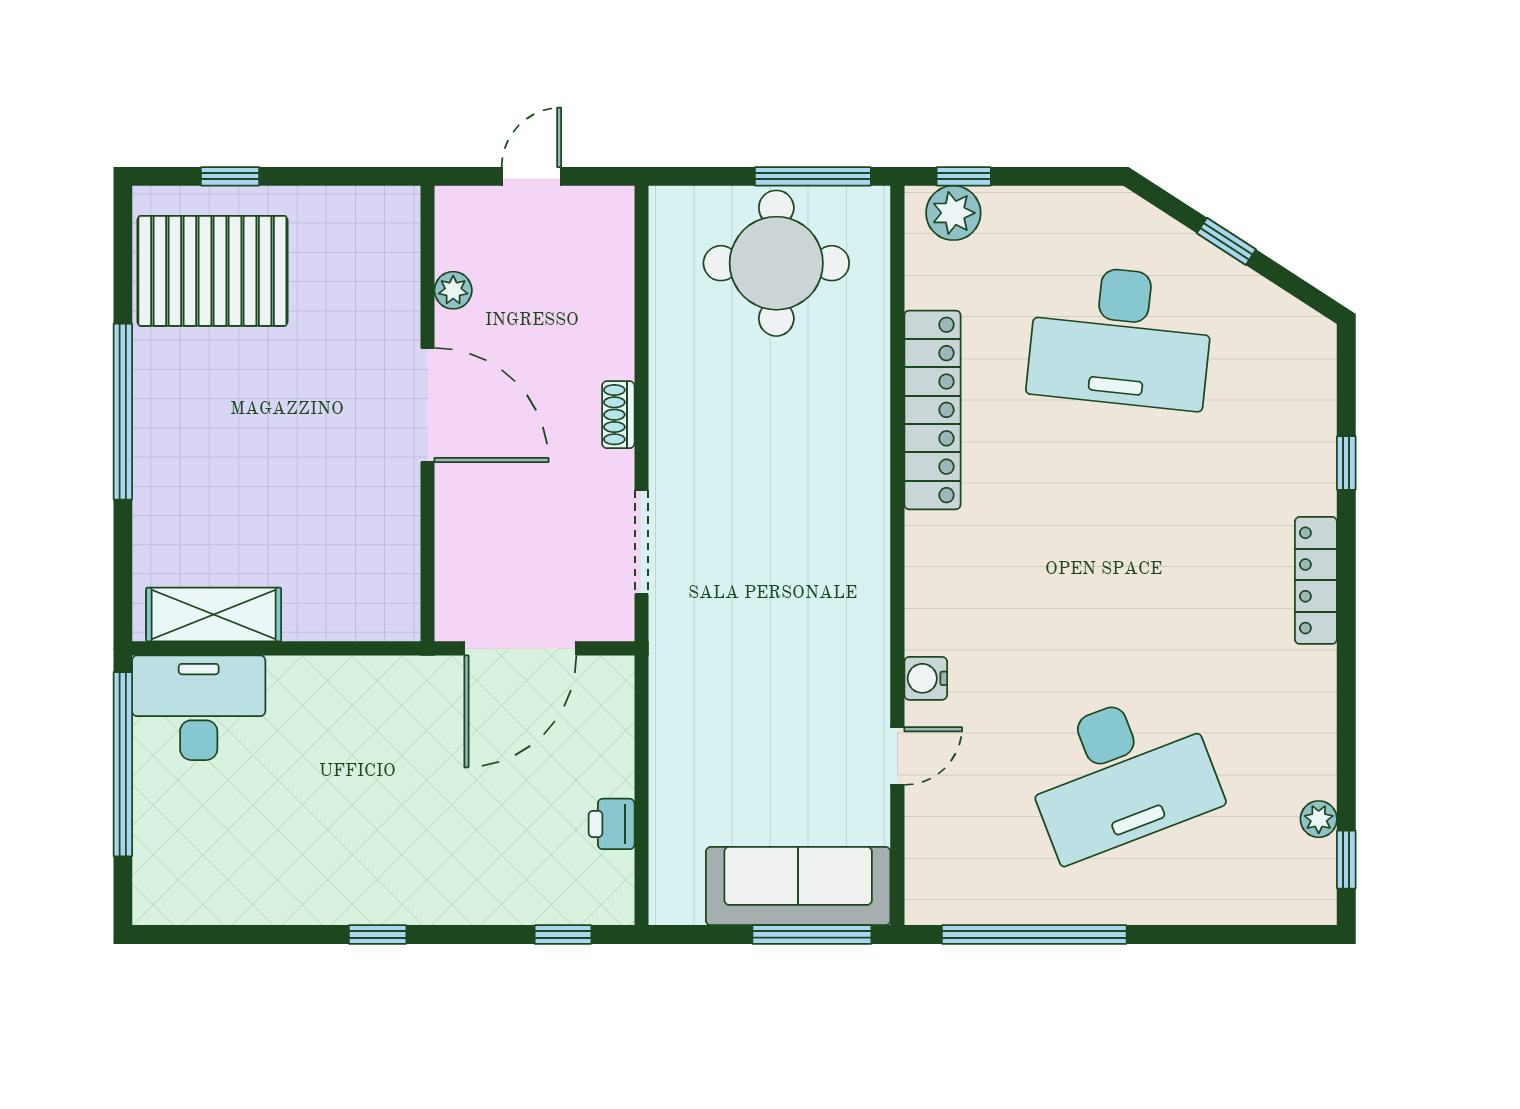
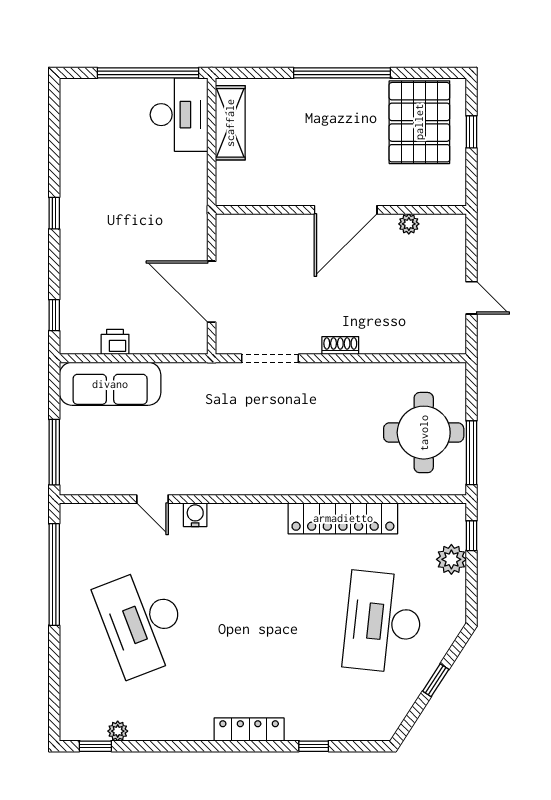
plant: (953, 213) -> (451, 559), moved
plant: (453, 290) -> (409, 224), moved
door: (428, 405) -> (346, 210), moved
wall: (428, 414) -> (341, 210), moved
sofa: (798, 886) -> (110, 384), moved, turned 90

